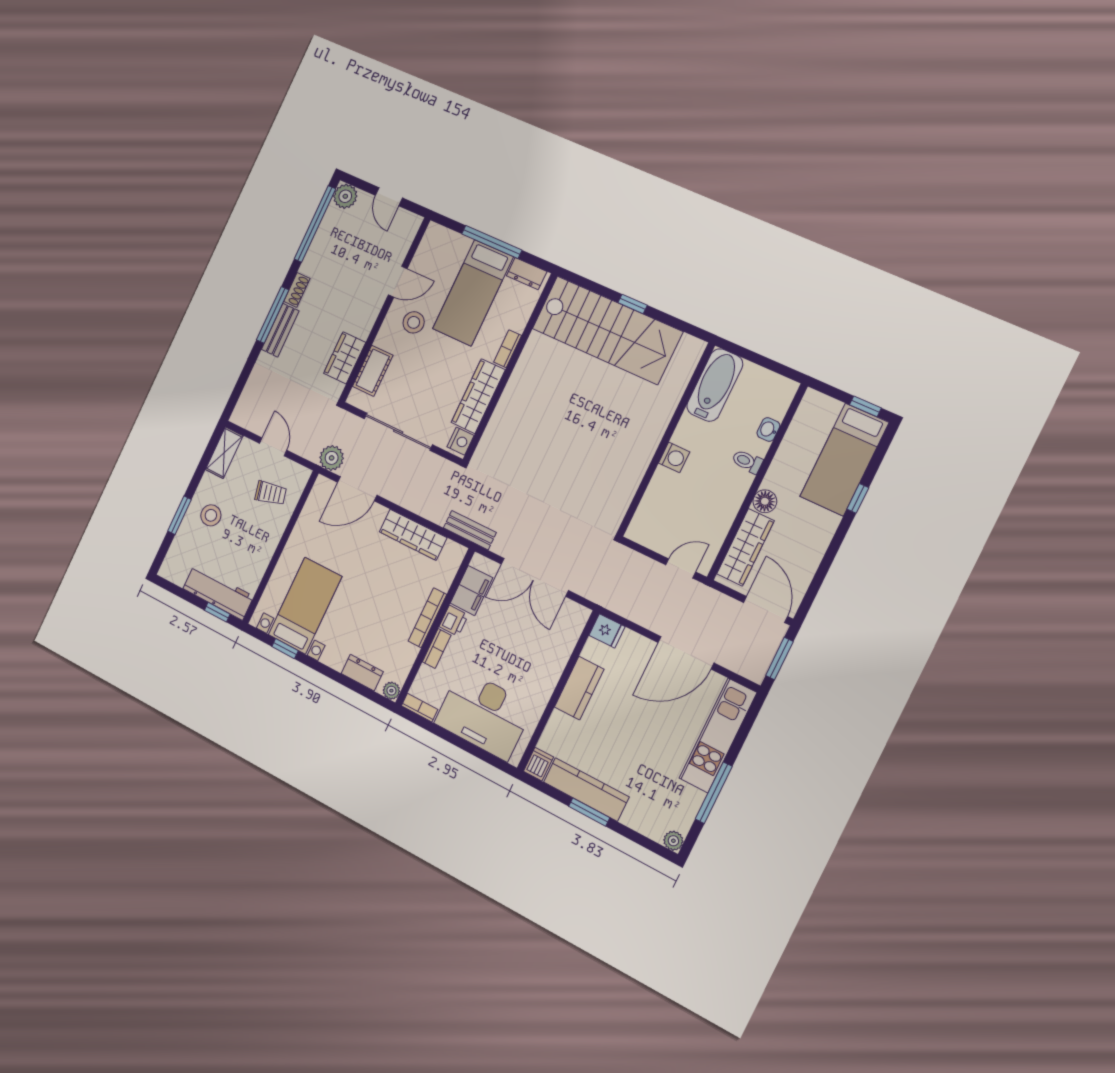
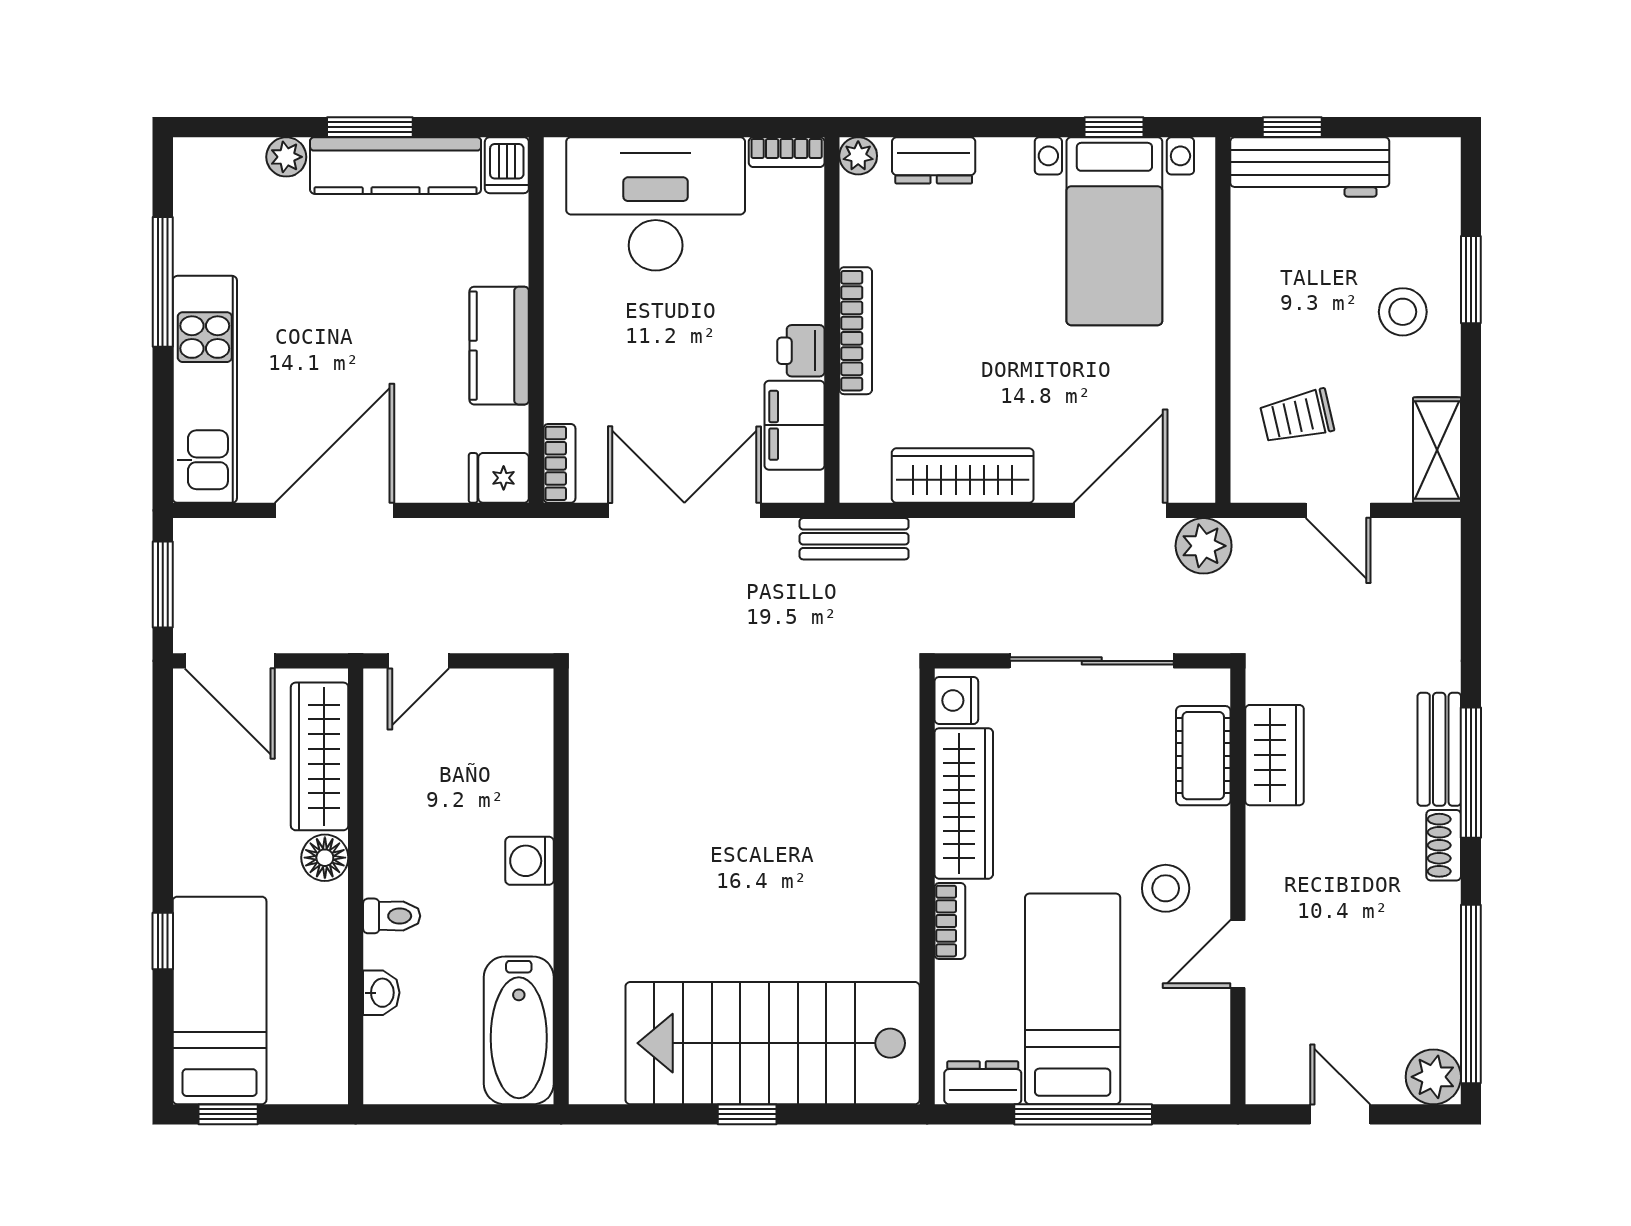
bookcase: (437, 648) -> (559, 463), moved, turned 180
plant: (673, 841) -> (286, 157), moved

